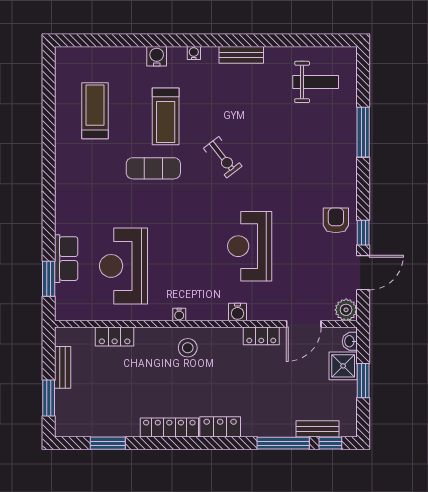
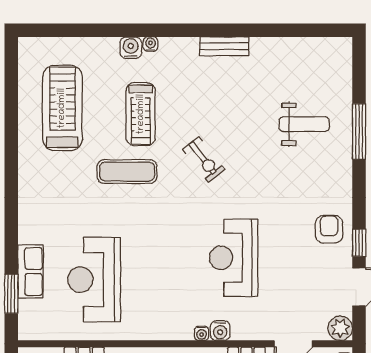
water cooler: (194, 53) -> (151, 44), moved
weight bench: (316, 82) -> (304, 124), moved
treadmill: (95, 111) -> (62, 108), width x1.37, depth x1.38
water cooler: (179, 314) -> (202, 333), moved

